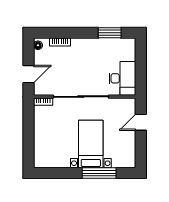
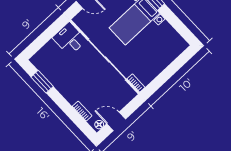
door: (28, 74) -> (116, 121), moved
desk: (122, 78) -> (69, 39), width x0.73

